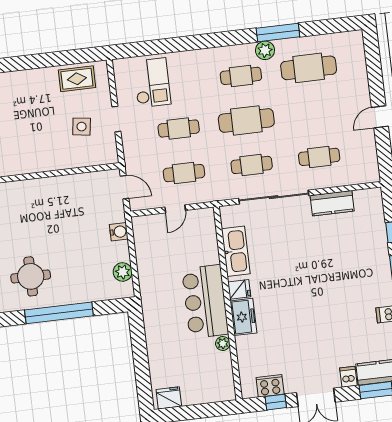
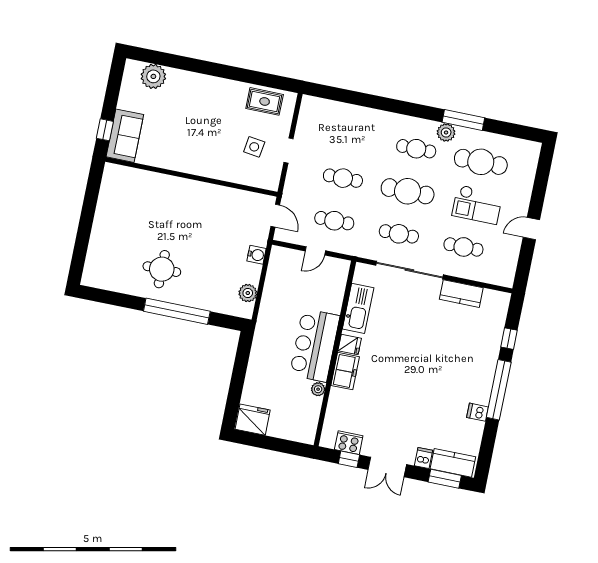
checkout: (152, 83) -> (477, 205), moved, turned 90
fridge: (169, 398) -> (253, 420), width x1.36, depth x1.34

